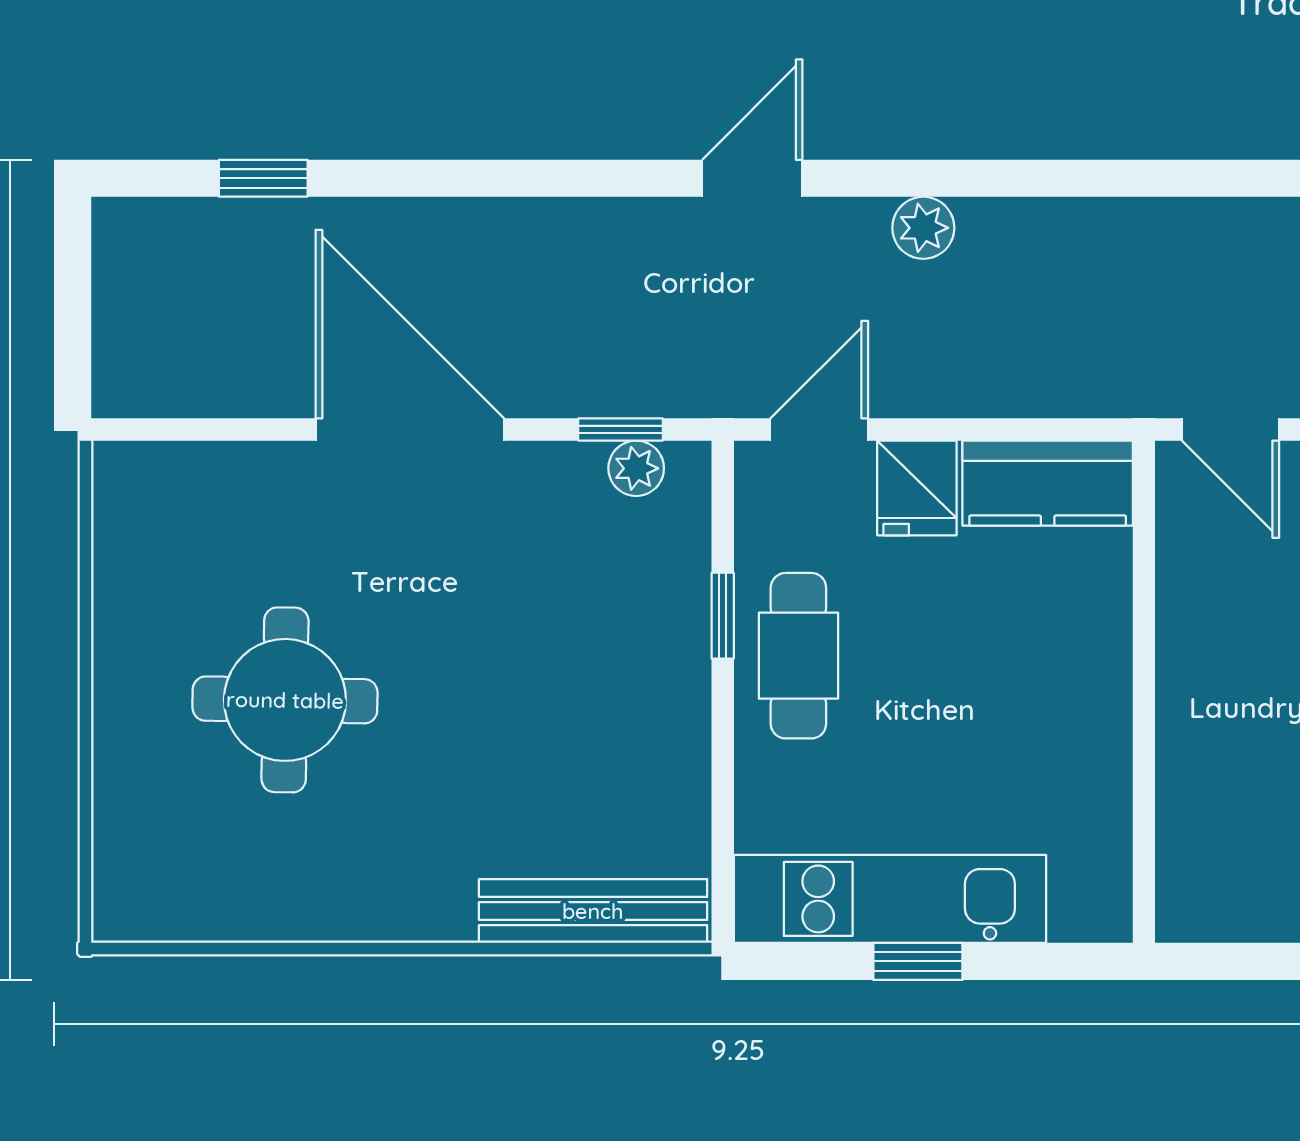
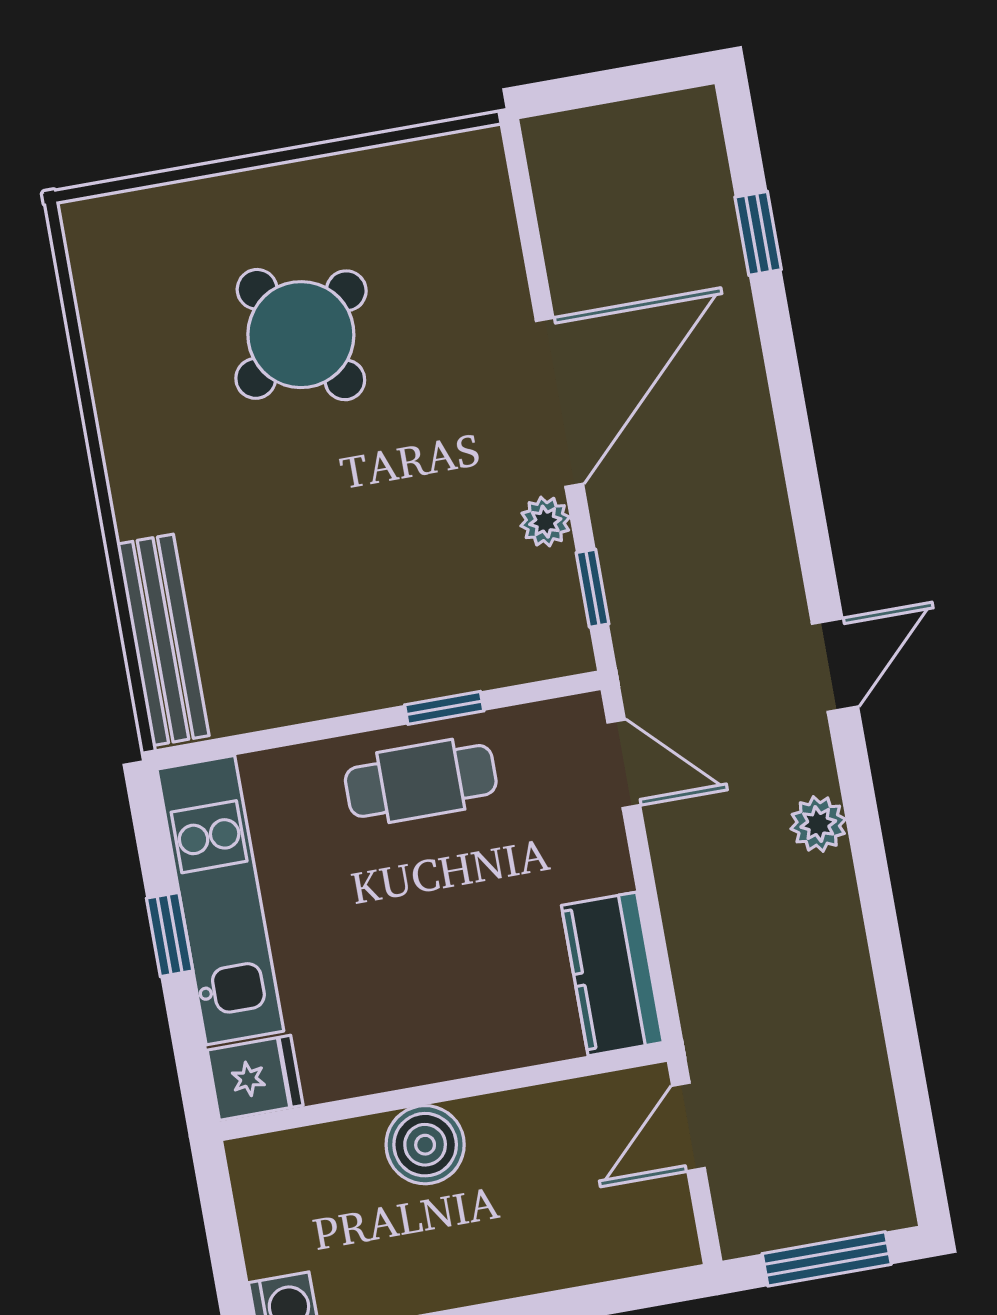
door: (752, 178) -> (835, 665), hinge flipped
plant: (636, 468) -> (545, 522), moved
fridge: (917, 488) -> (255, 1078), moved, turned 180
round table: (285, 700) -> (301, 335), turned -35
boiler: (1199, 722) -> (425, 1145), added

